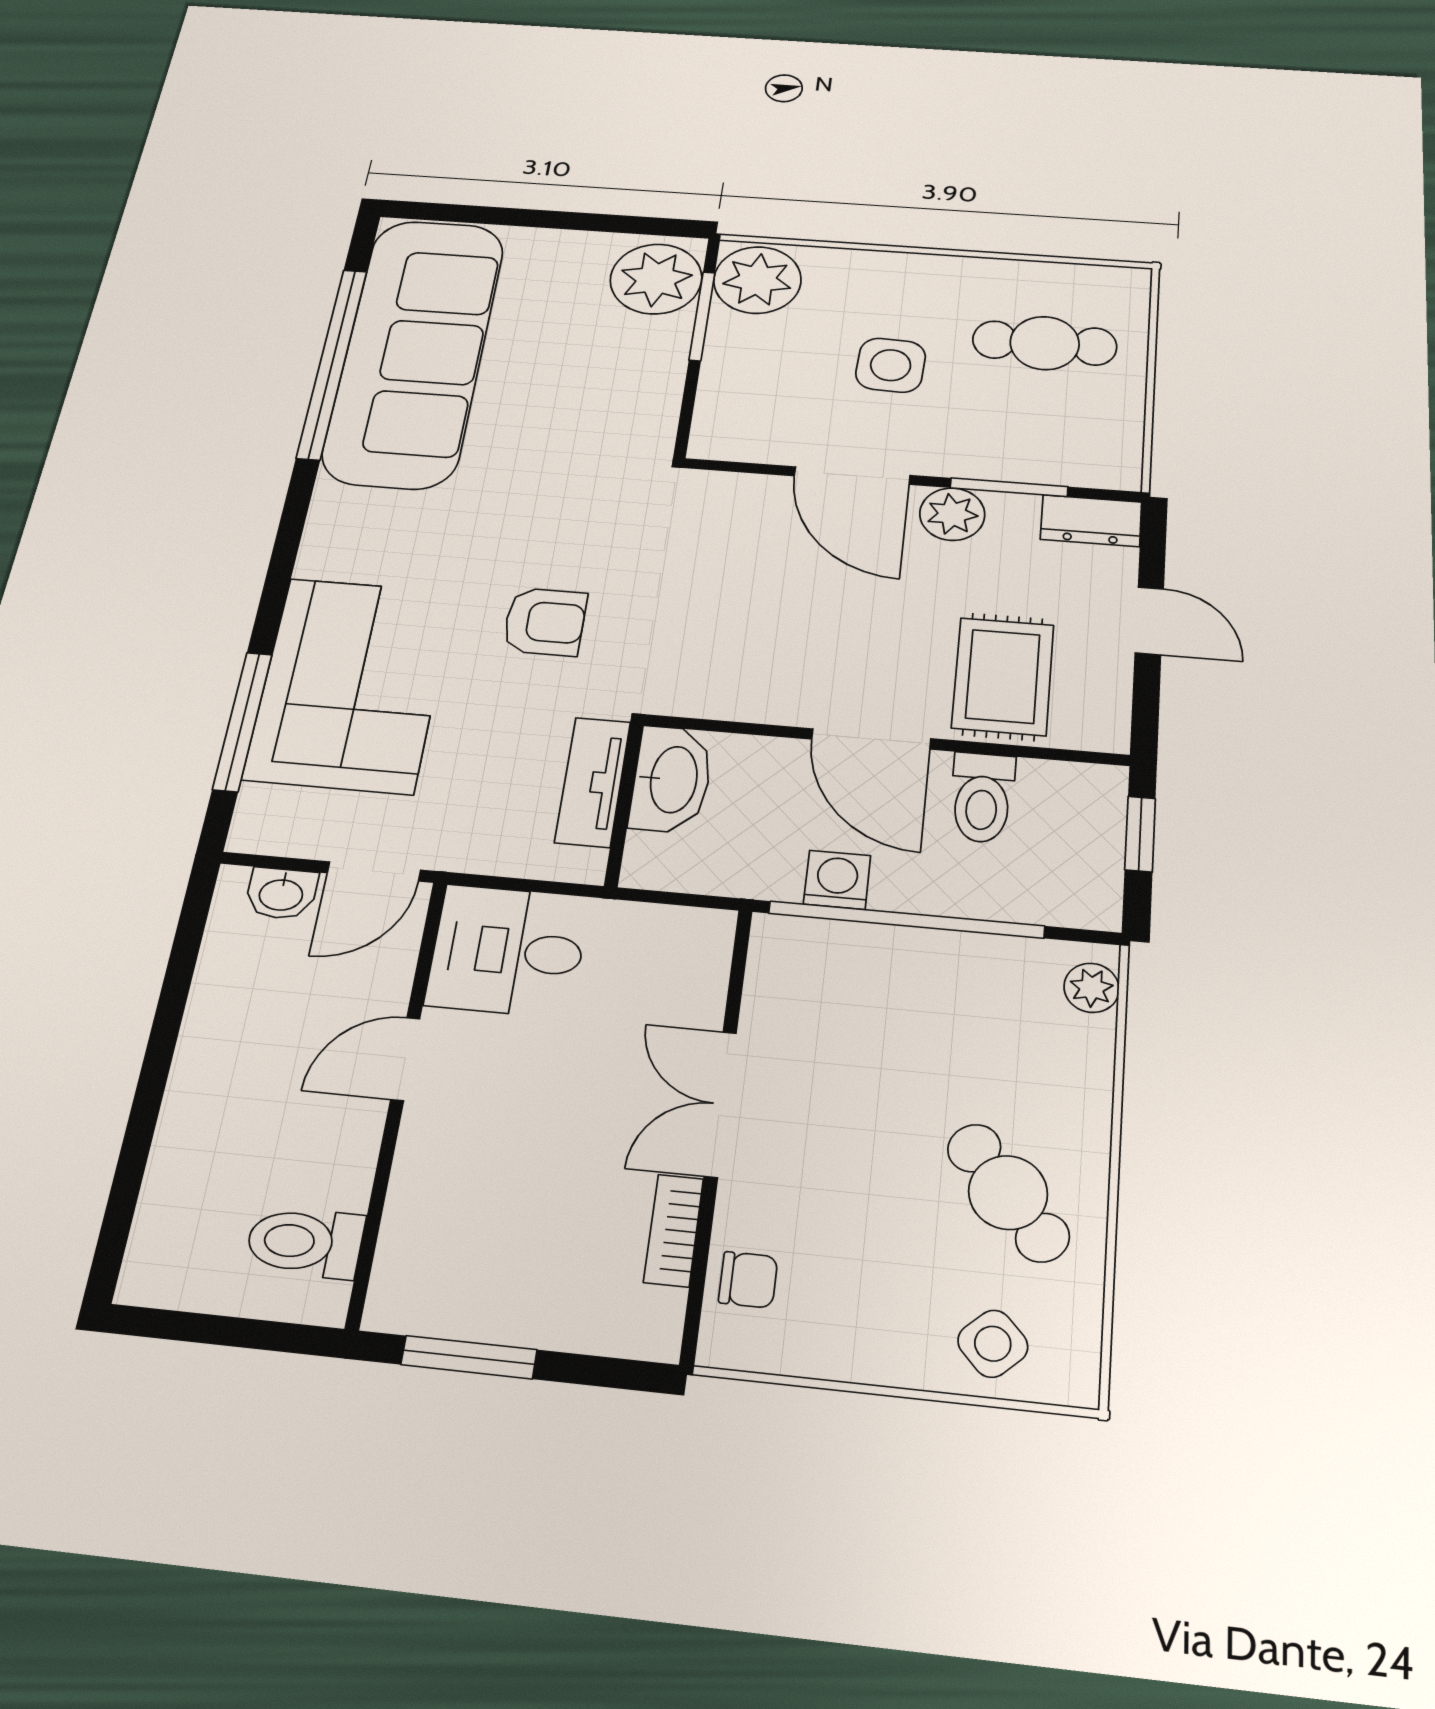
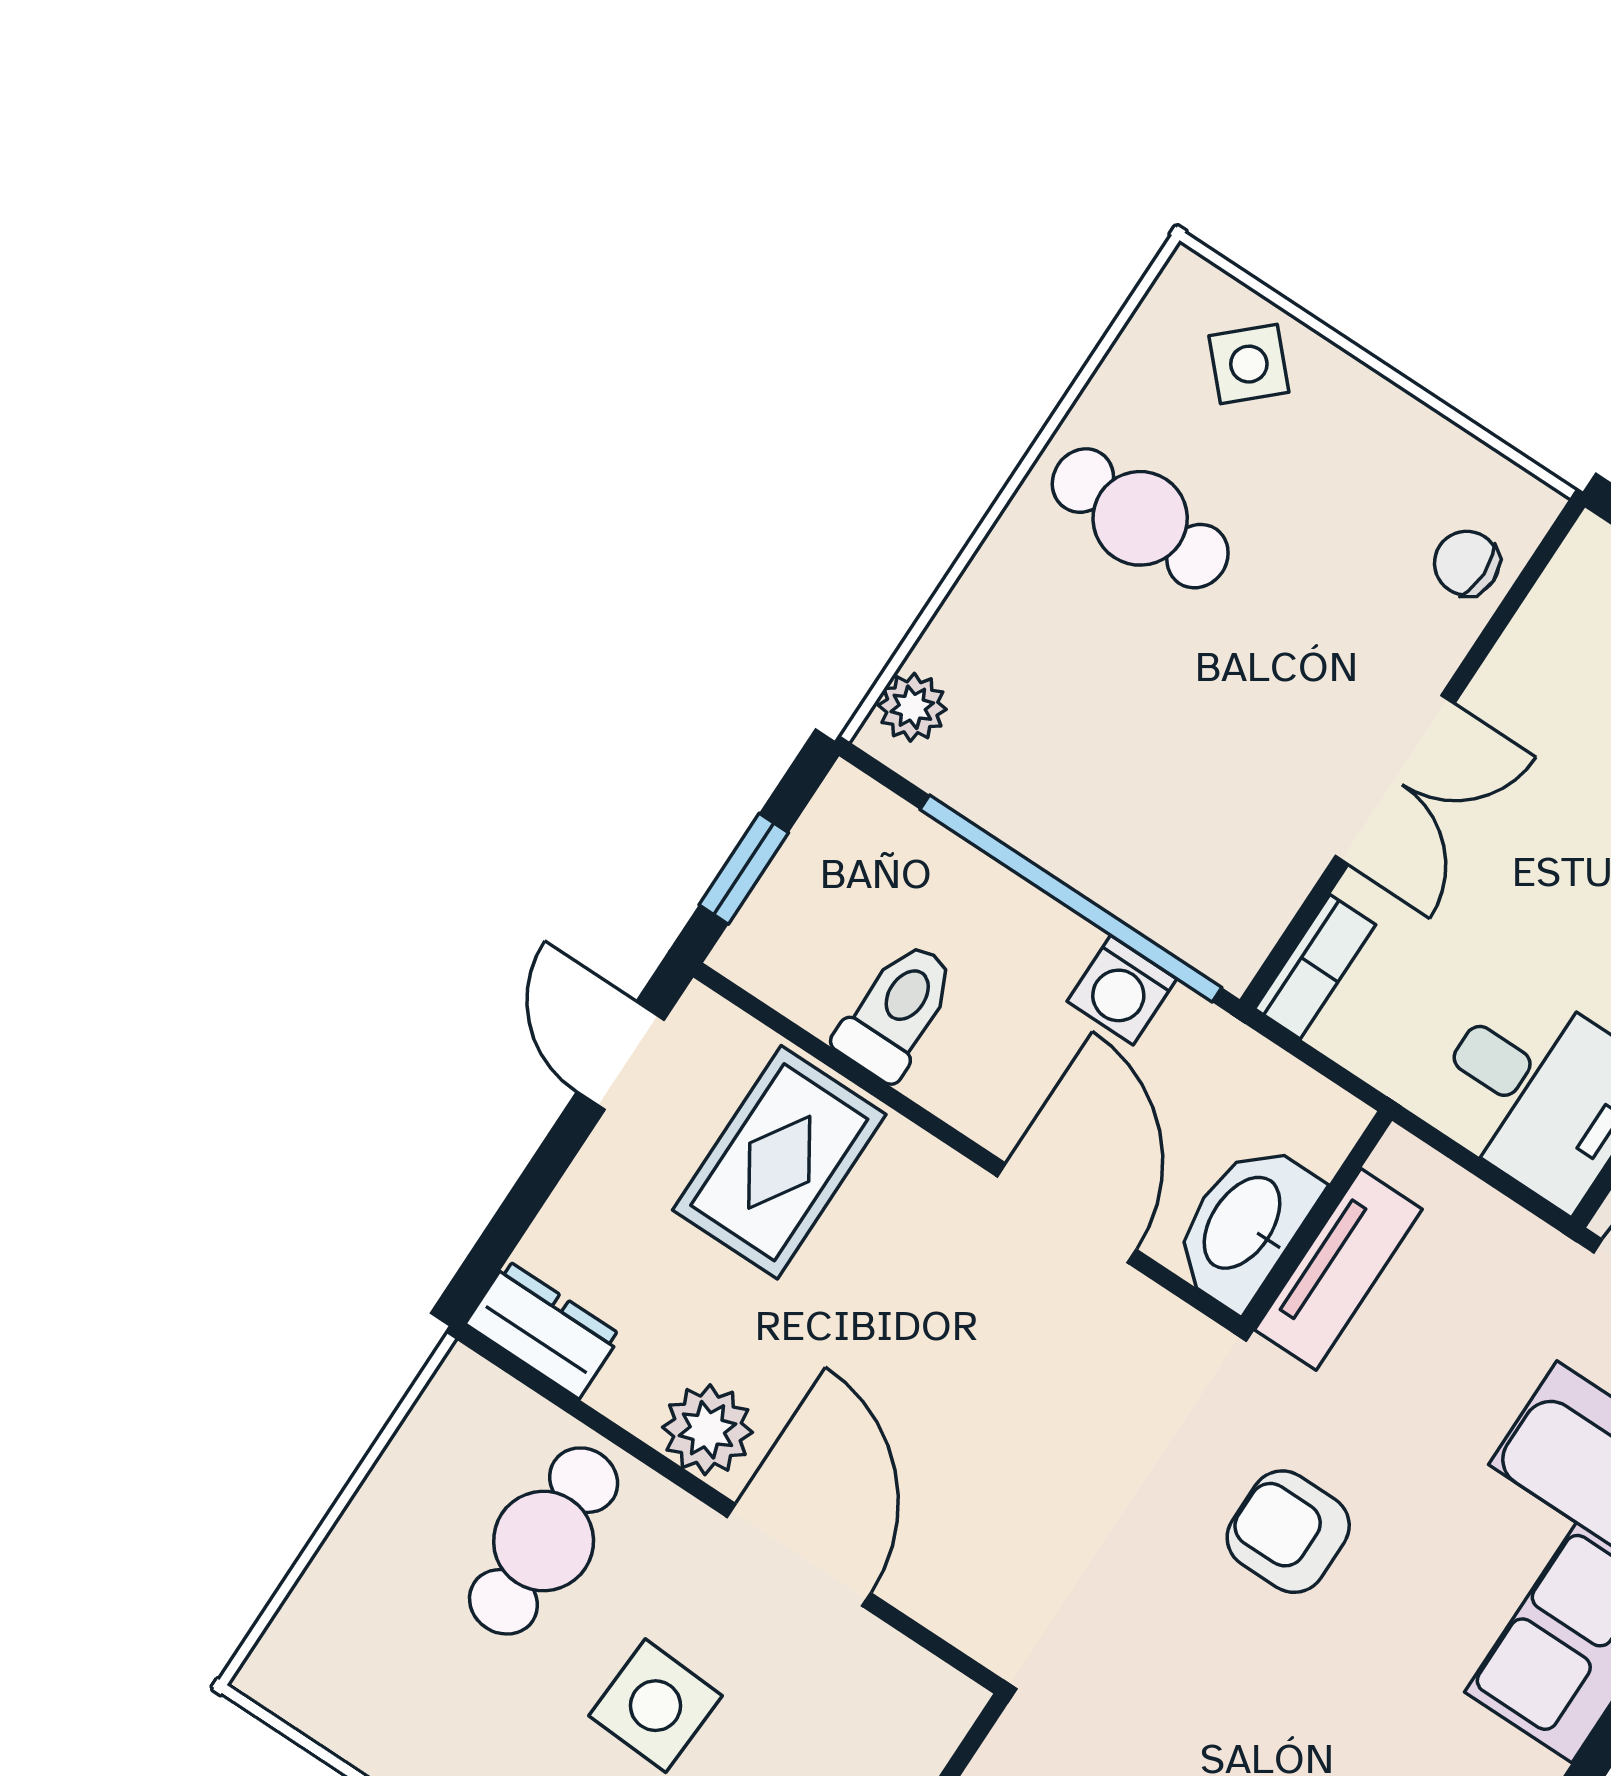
cafe table: (1045, 343) -> (544, 1541), moved, turned 90
window: (1009, 487) -> (615, 1433), removed
door: (1149, 621) -> (621, 1056), moved
door: (871, 739) -> (1067, 1213), moved
cafe table: (1008, 1193) -> (1140, 518), turned -50
bookcase: (674, 1230) -> (1315, 967), moved

